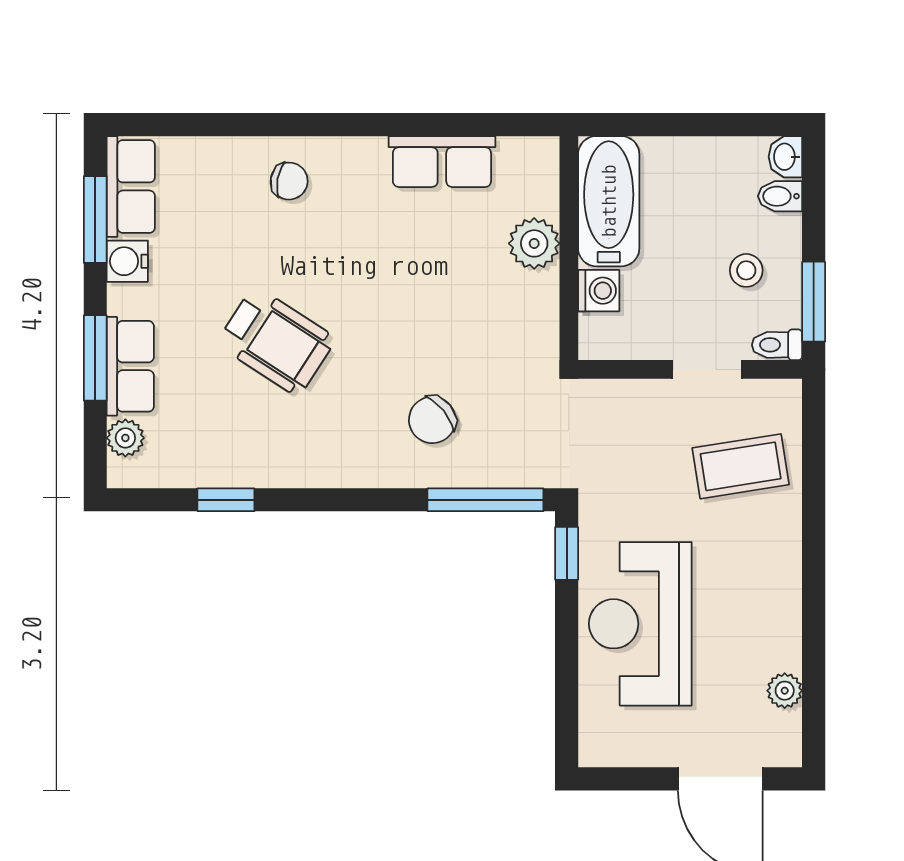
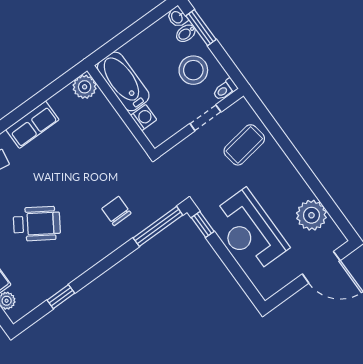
row of seats: (442, 162) -> (32, 125), moved
plant: (534, 243) -> (85, 87), moved
stool: (746, 270) -> (193, 70), width x1.89, depth x1.89
window: (814, 302) -> (201, 28), moved
chair: (432, 420) -> (116, 211), turned 129
plant: (785, 691) -> (311, 215), width x1.88, depth x1.88

